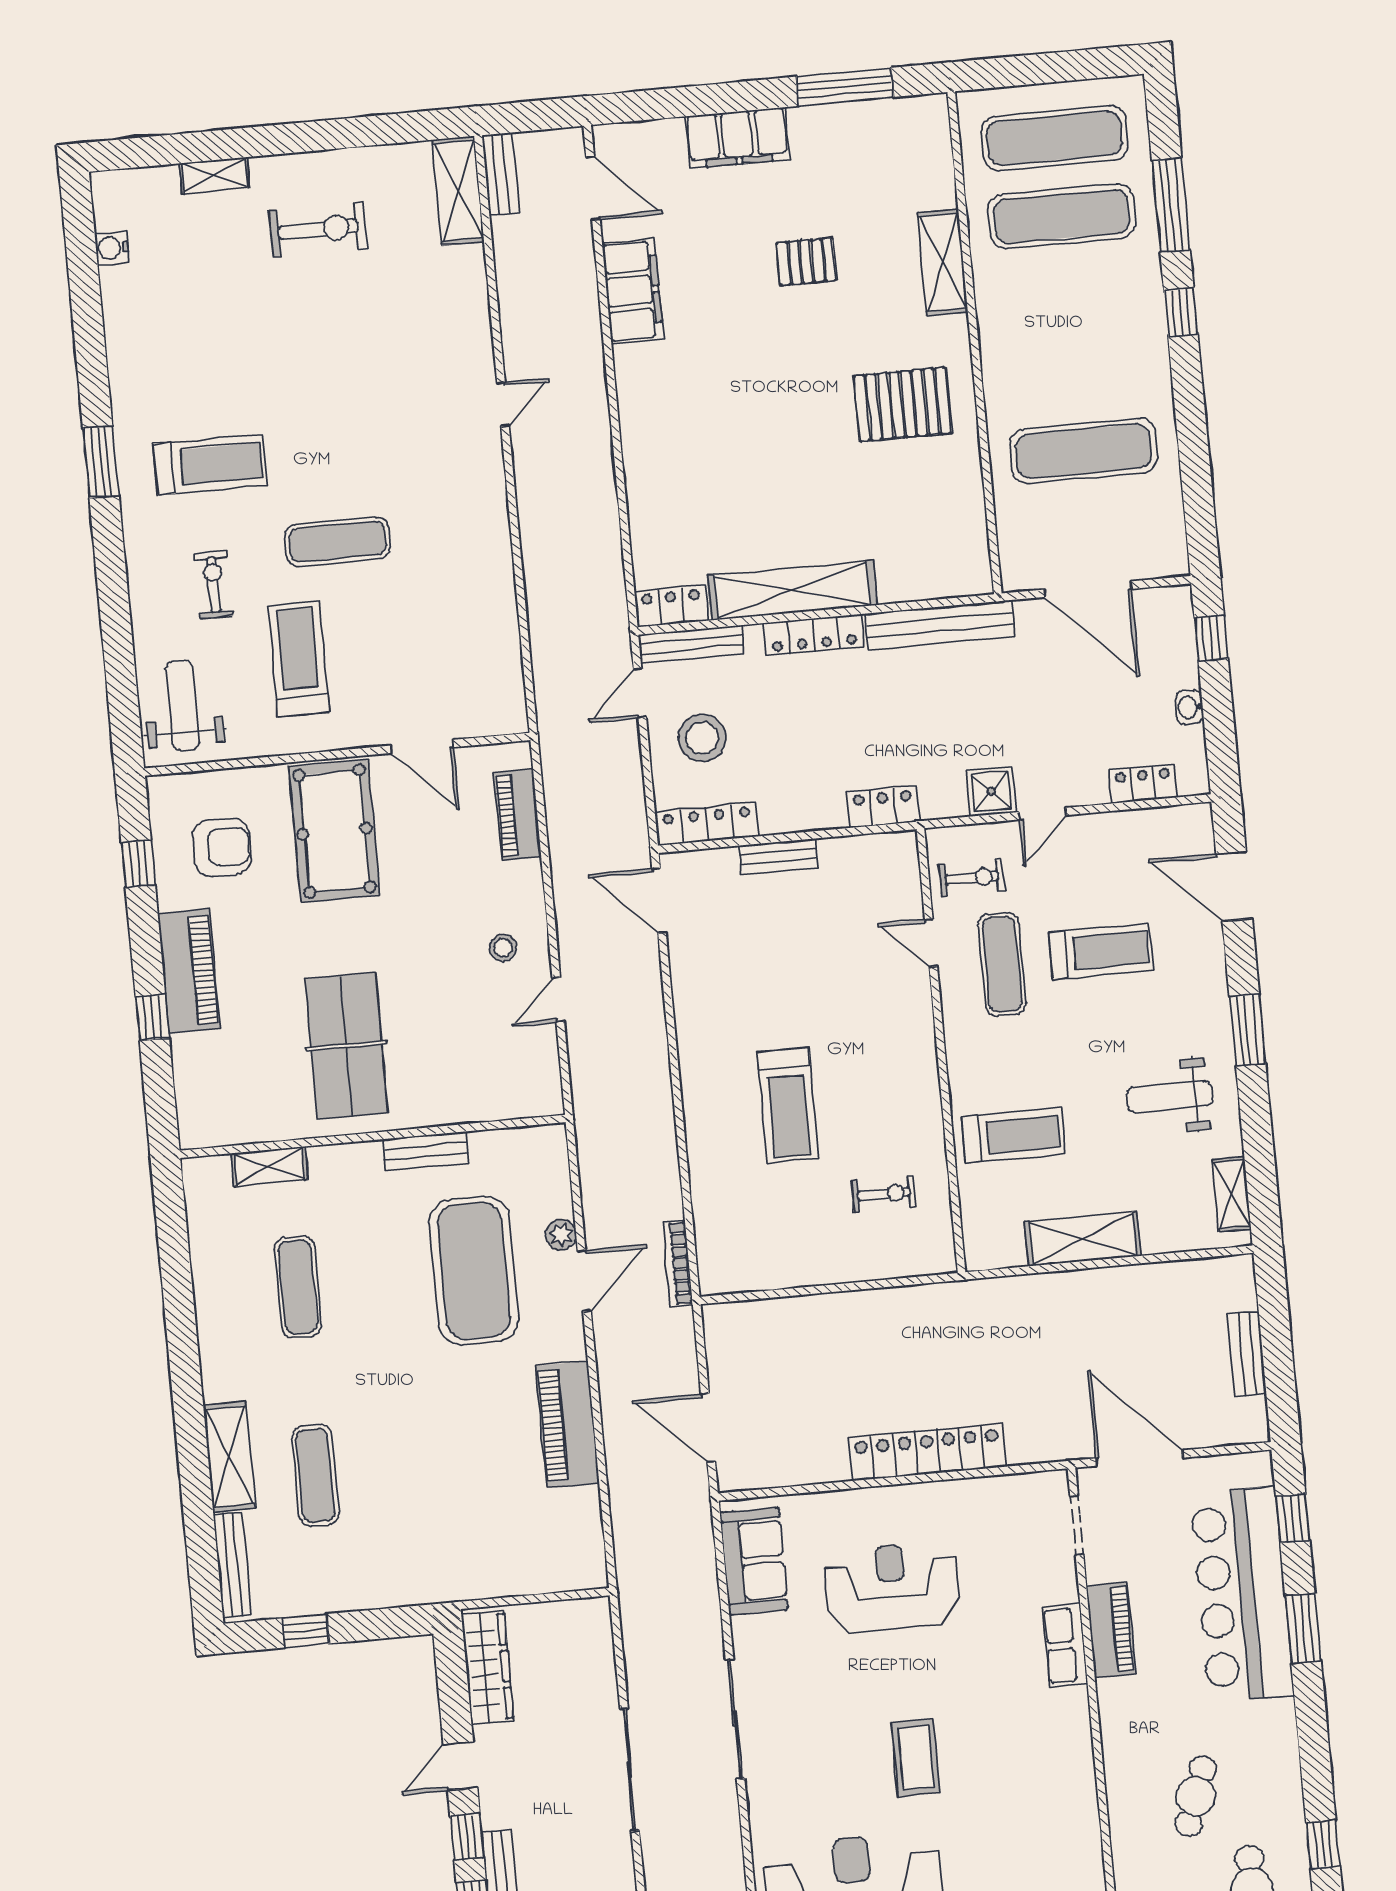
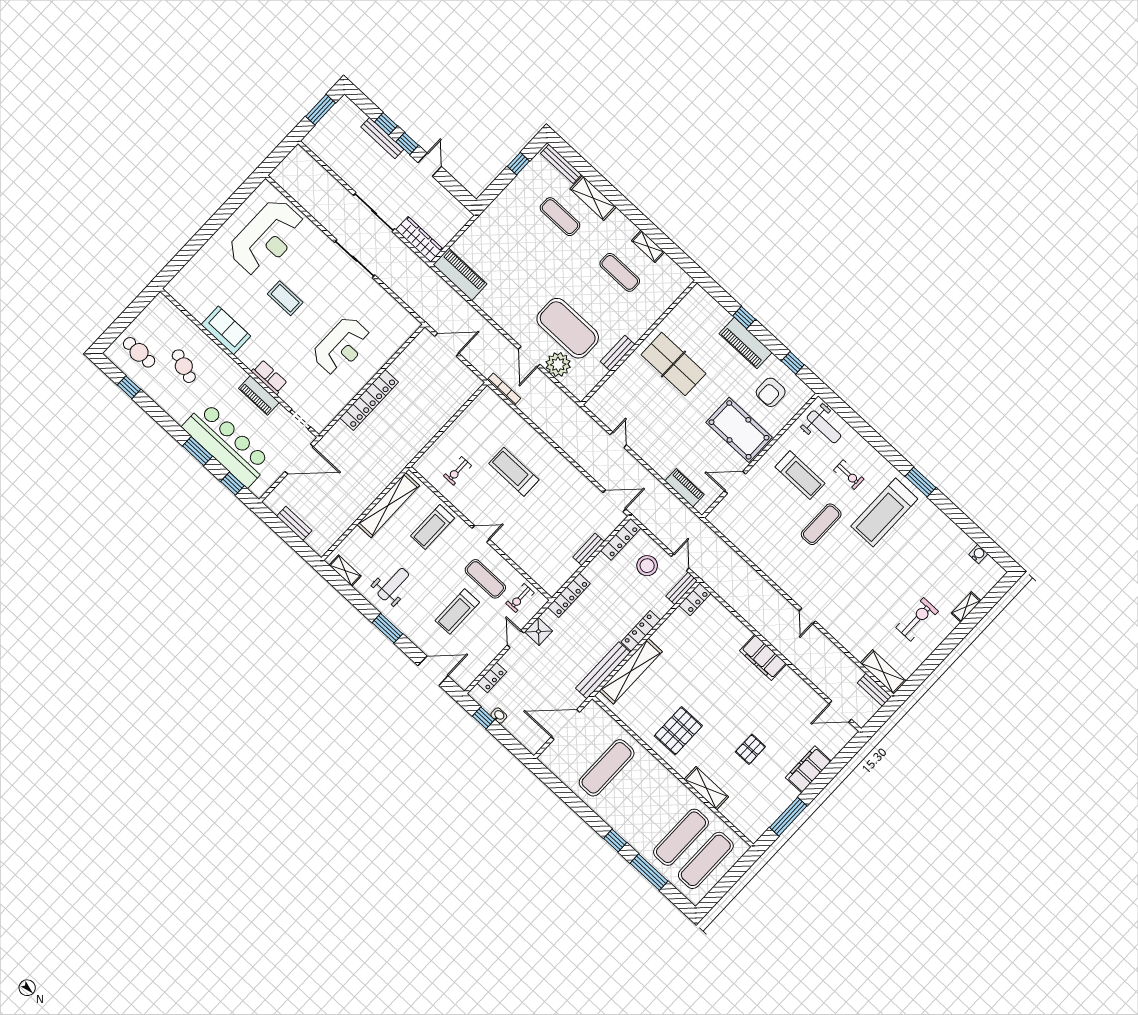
exercise bike: (318, 229) -> (917, 619), turned 180
filing cabinet: (633, 291) -> (763, 657), moved
treadmill: (210, 465) -> (884, 513), width x1.37, depth x1.38
shelving: (792, 590) -> (631, 671), moved
window: (1211, 638) -> (484, 718), moved
bench: (691, 644) -> (682, 588), width x0.73
locker: (883, 807) -> (569, 595), width x1.53
door: (931, 943) -> (481, 534), moved
stool: (503, 948) -> (651, 441), removed
shelving: (269, 1166) -> (648, 246), moved, turned 90
plant: (561, 1235) -> (558, 364), width x1.87, depth x1.87
shelving: (1083, 1239) -> (388, 505), width x1.47
piano: (567, 1424) -> (460, 274), moved
sofa: (754, 1561) -> (226, 330), moved, turned 180
wardrobe: (487, 1668) -> (419, 239), moved, turned 180

